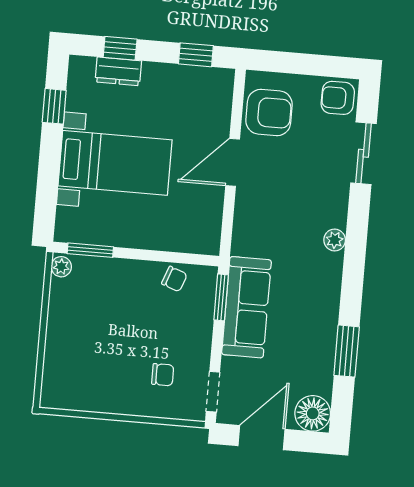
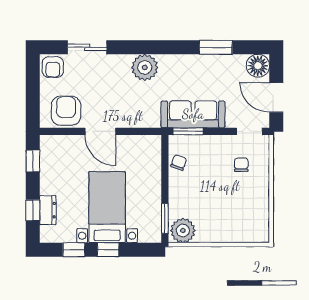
window: (50, 159) -> (108, 250), added
plant: (335, 240) -> (145, 67), width x1.88, depth x1.88
plant: (61, 267) -> (183, 231), width x1.88, depth x1.88

